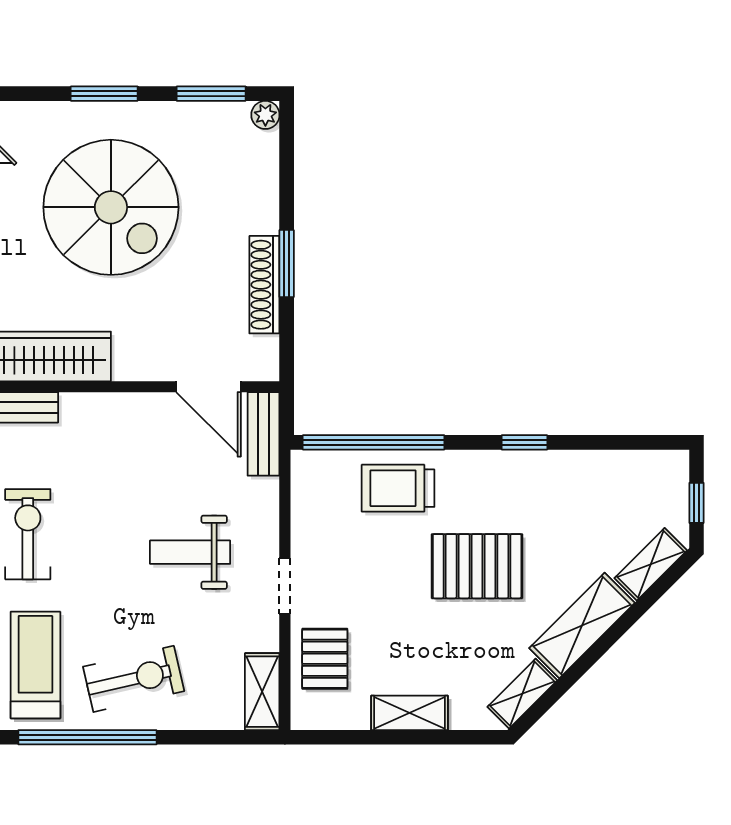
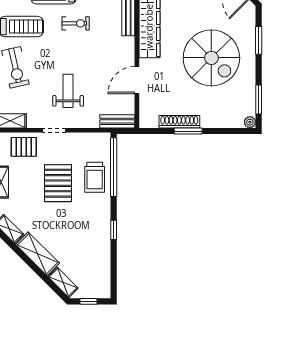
window: (104, 94) -> (259, 40), moved
spiral stairs: (111, 207) -> (211, 58), turned -90
door: (209, 387) -> (137, 80), moved
trolley: (398, 488) -> (95, 177), turned 180
exercise bike: (28, 534) -> (76, 23), width x0.73, depth x0.72
pallet: (477, 566) -> (58, 183), moved

